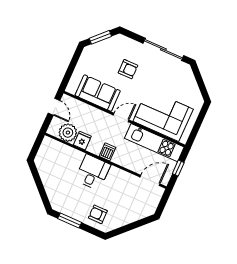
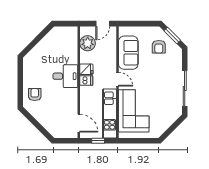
armchair: (128, 69) -> (159, 47), moved
fridge: (82, 141) -> (86, 69), moved
window: (70, 220) -> (20, 75), removed

